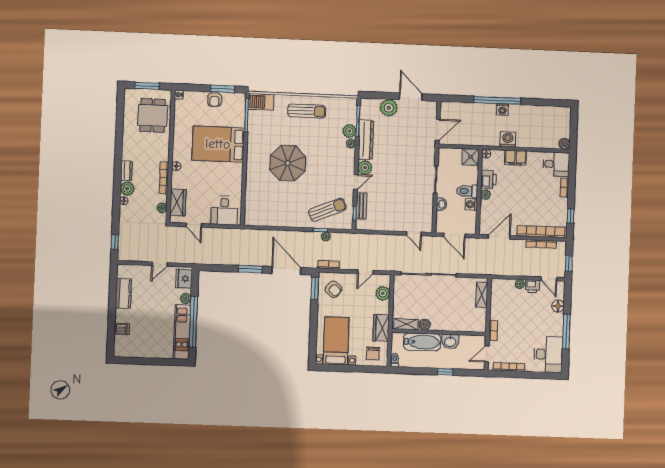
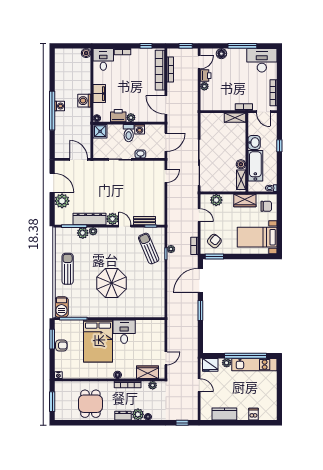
door: (411, 97) -> (52, 183), swing flipped
dining table: (153, 115) -> (90, 404), moved, turned 90
desk: (224, 210) -> (124, 332), moved, turned -90
shelving: (482, 295) -> (235, 118), moved

